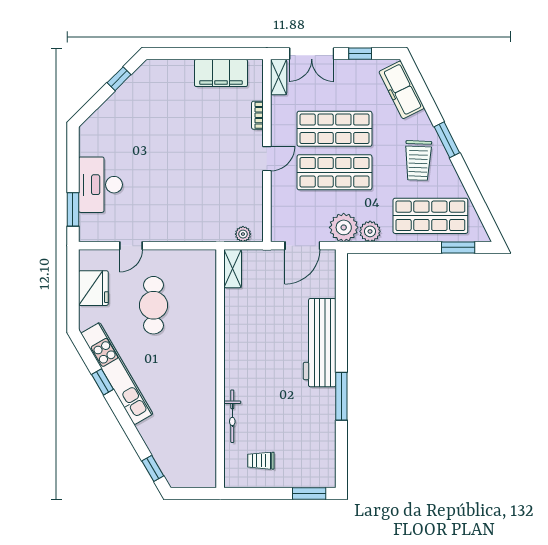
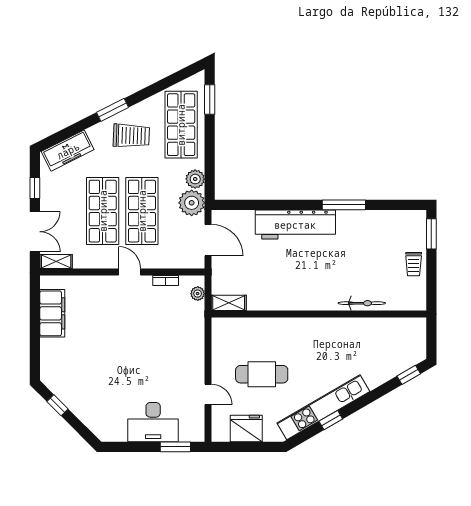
bookcase: (257, 115) -> (166, 281), moved
trolley: (261, 461) -> (414, 264), moved

